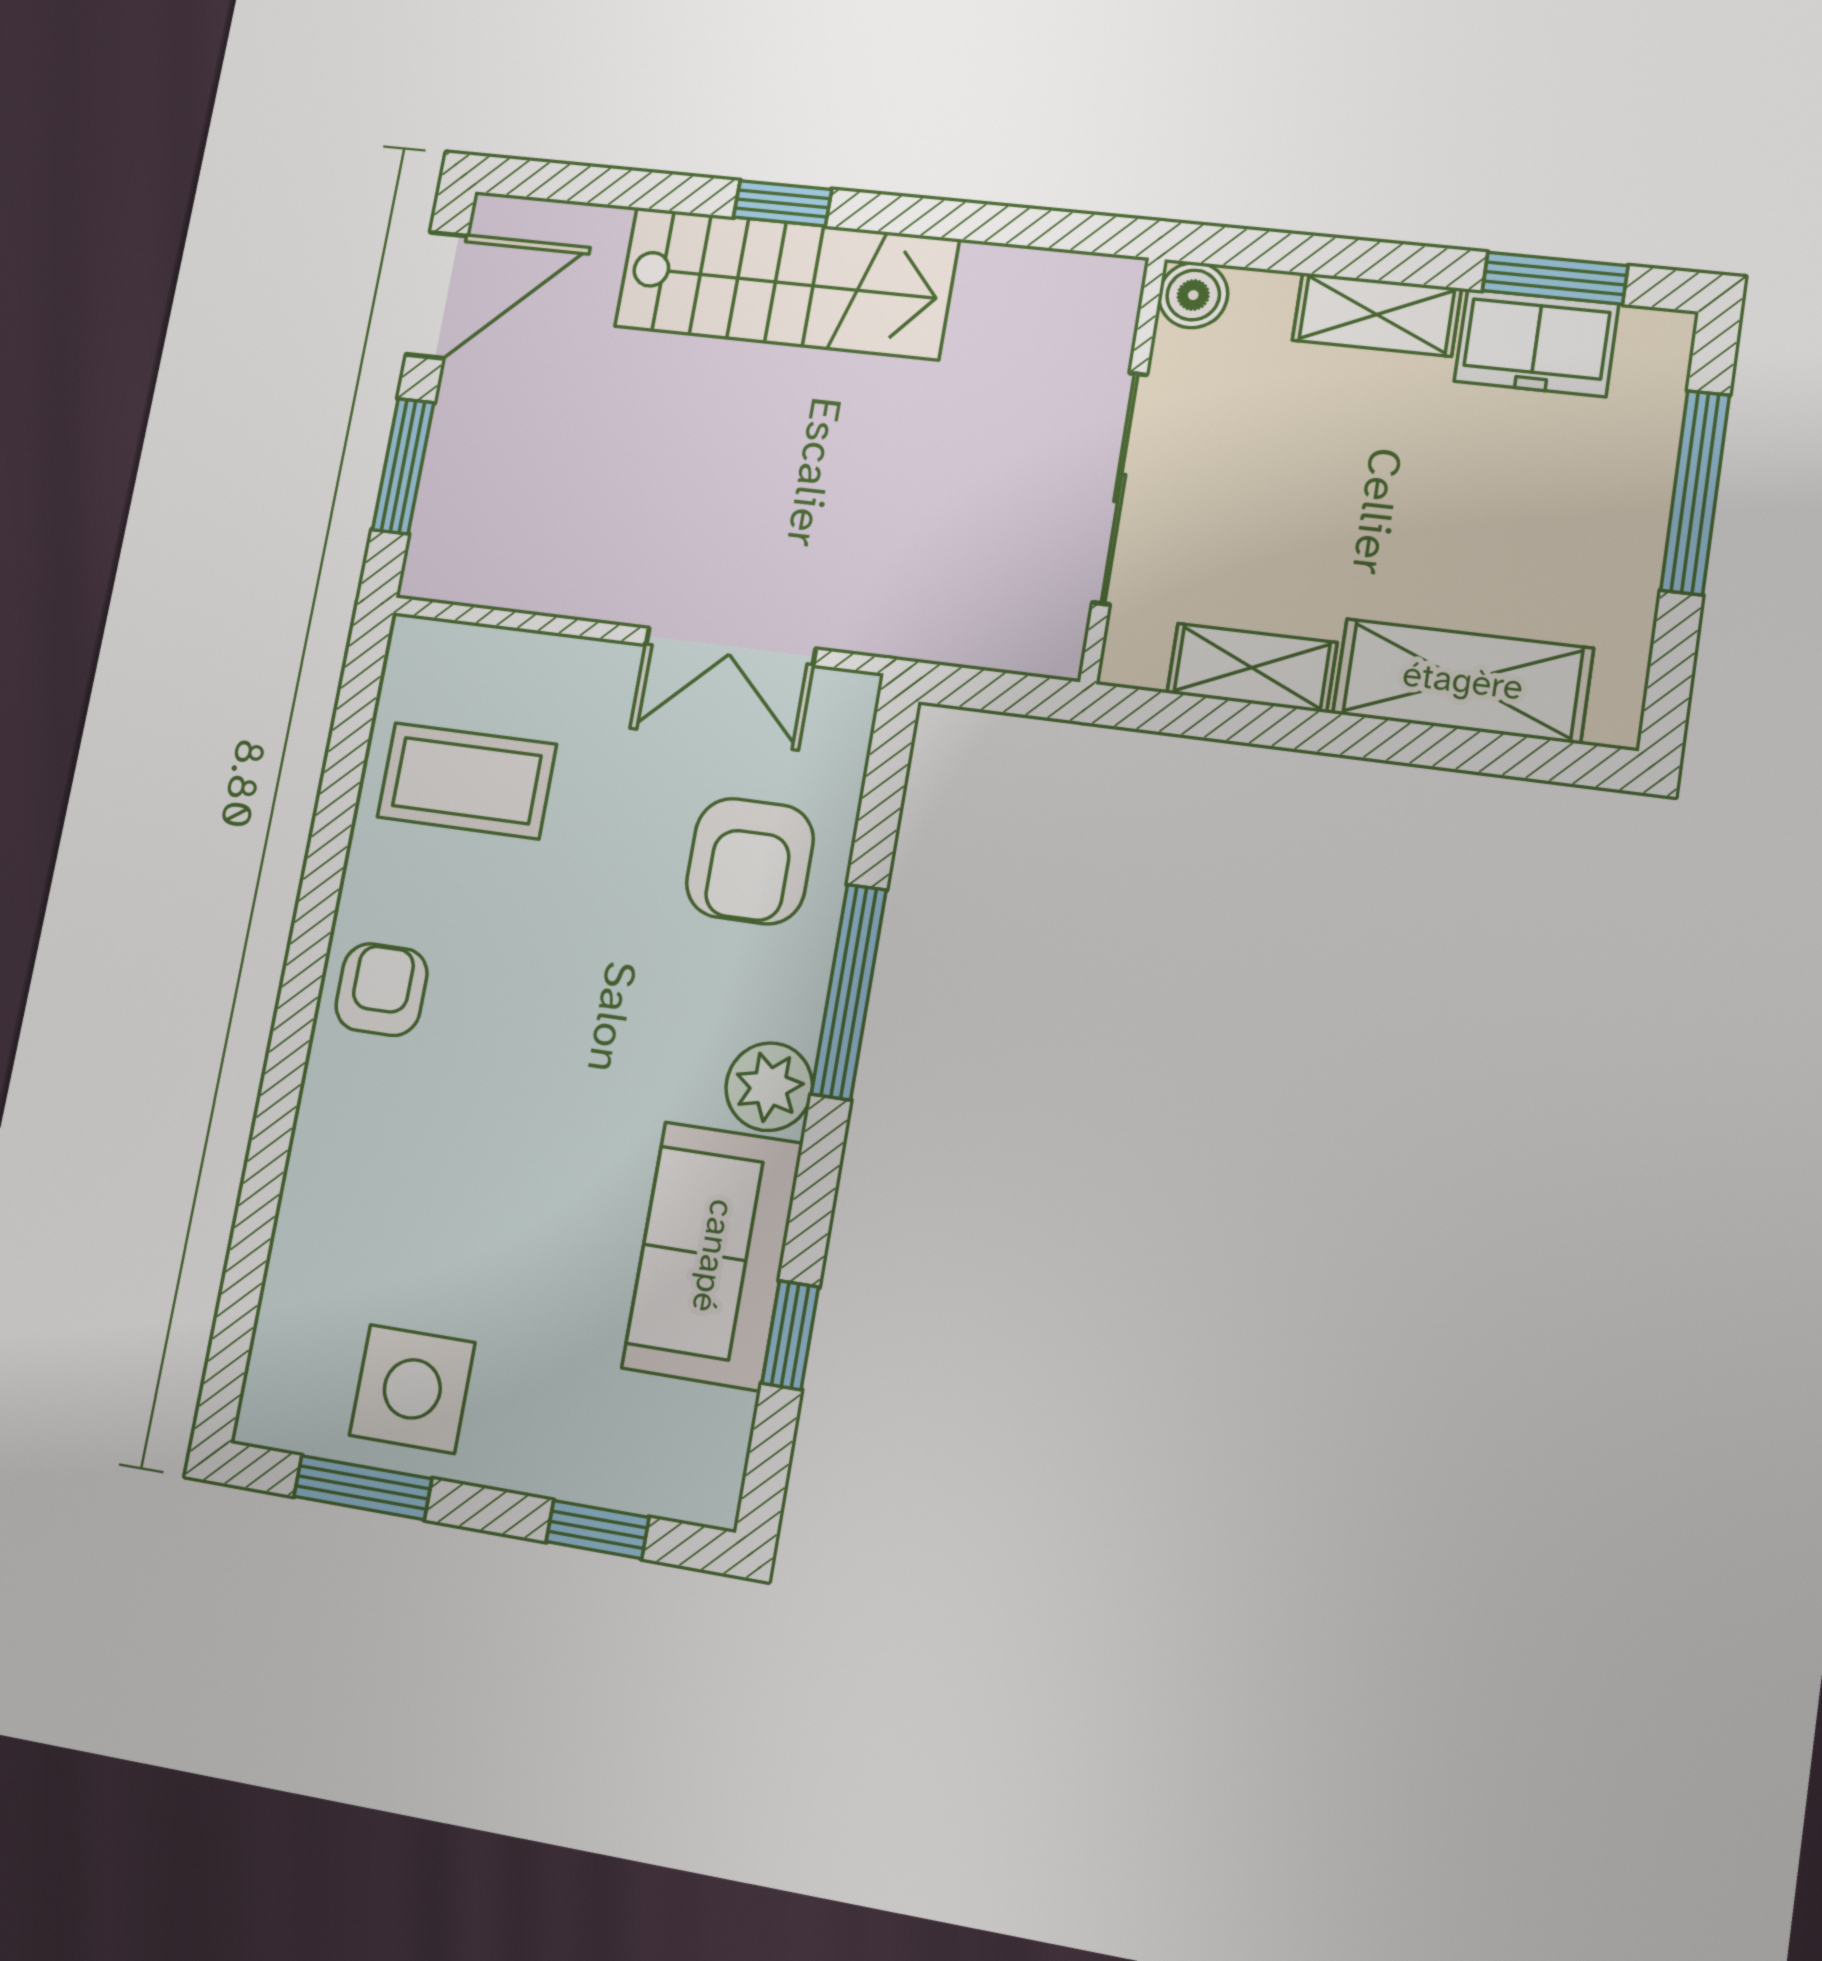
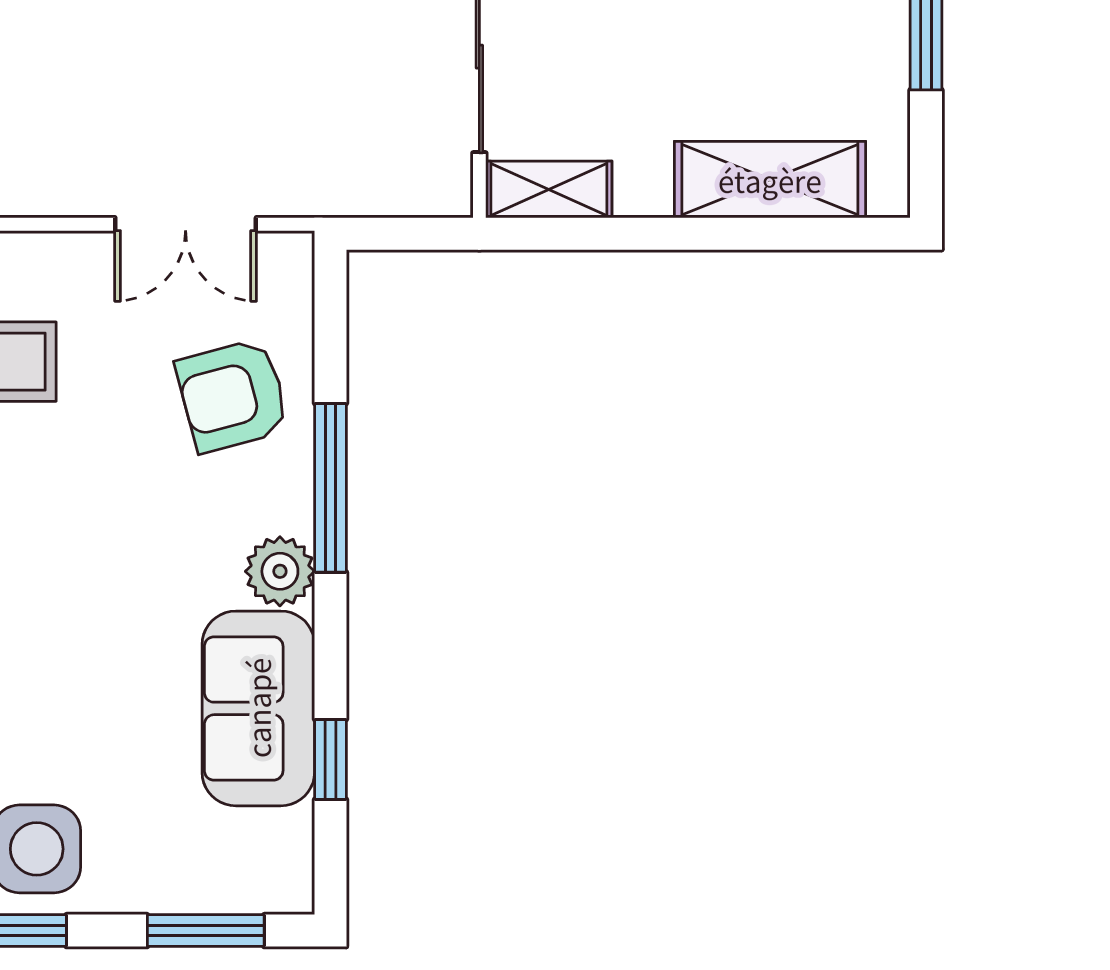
shelving: (1252, 668) -> (549, 189), moved
armchair: (750, 861) -> (233, 396), turned 75
window: (598, 1530) -> (206, 931), width x1.50

